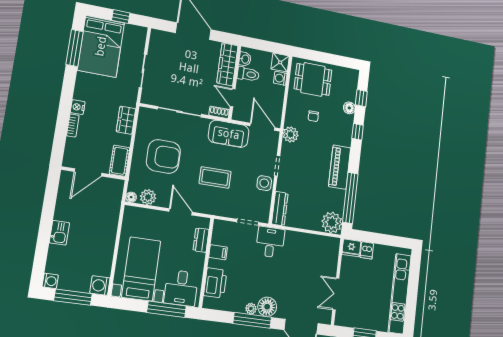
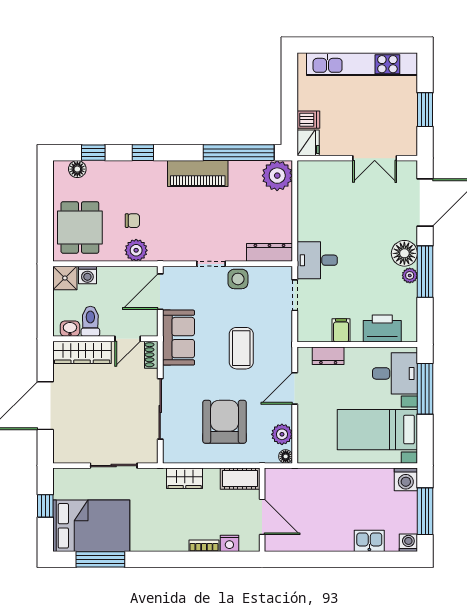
nightstand: (78, 107) -> (229, 543), moved
floor lamp: (349, 108) -> (77, 169), moved
plant: (291, 134) -> (136, 250), moved
kitchen sink: (59, 233) -> (369, 541), moved

